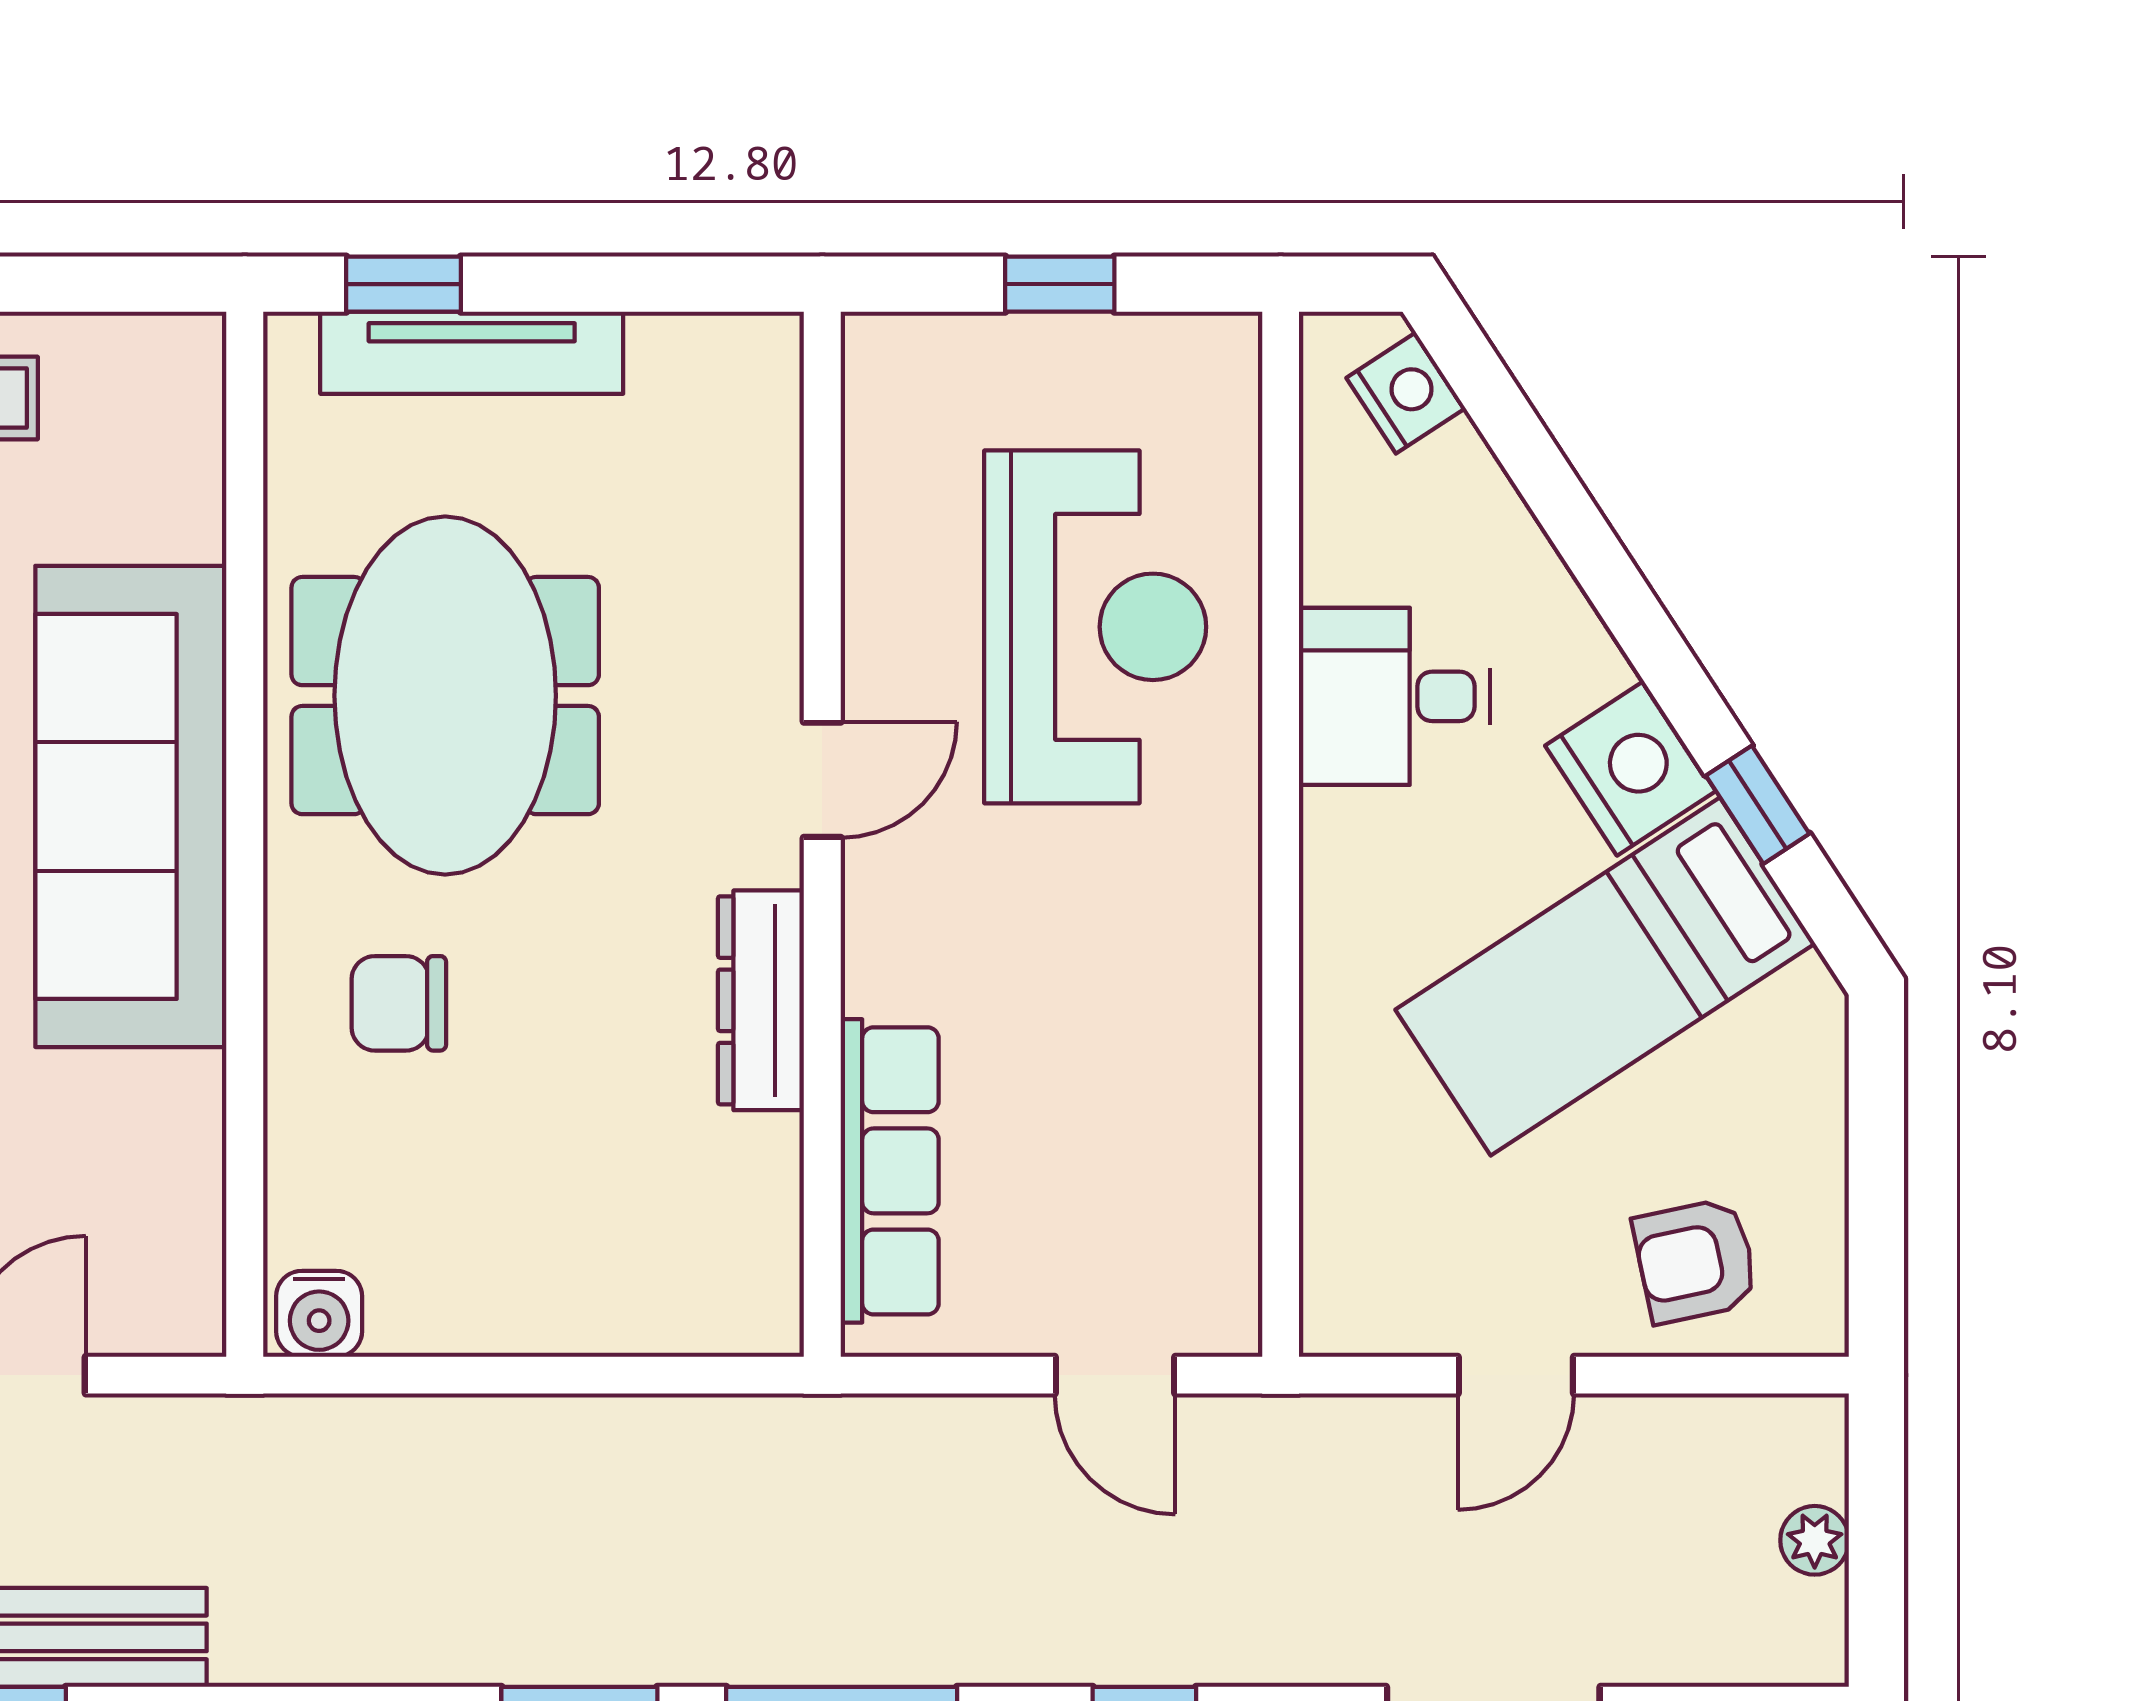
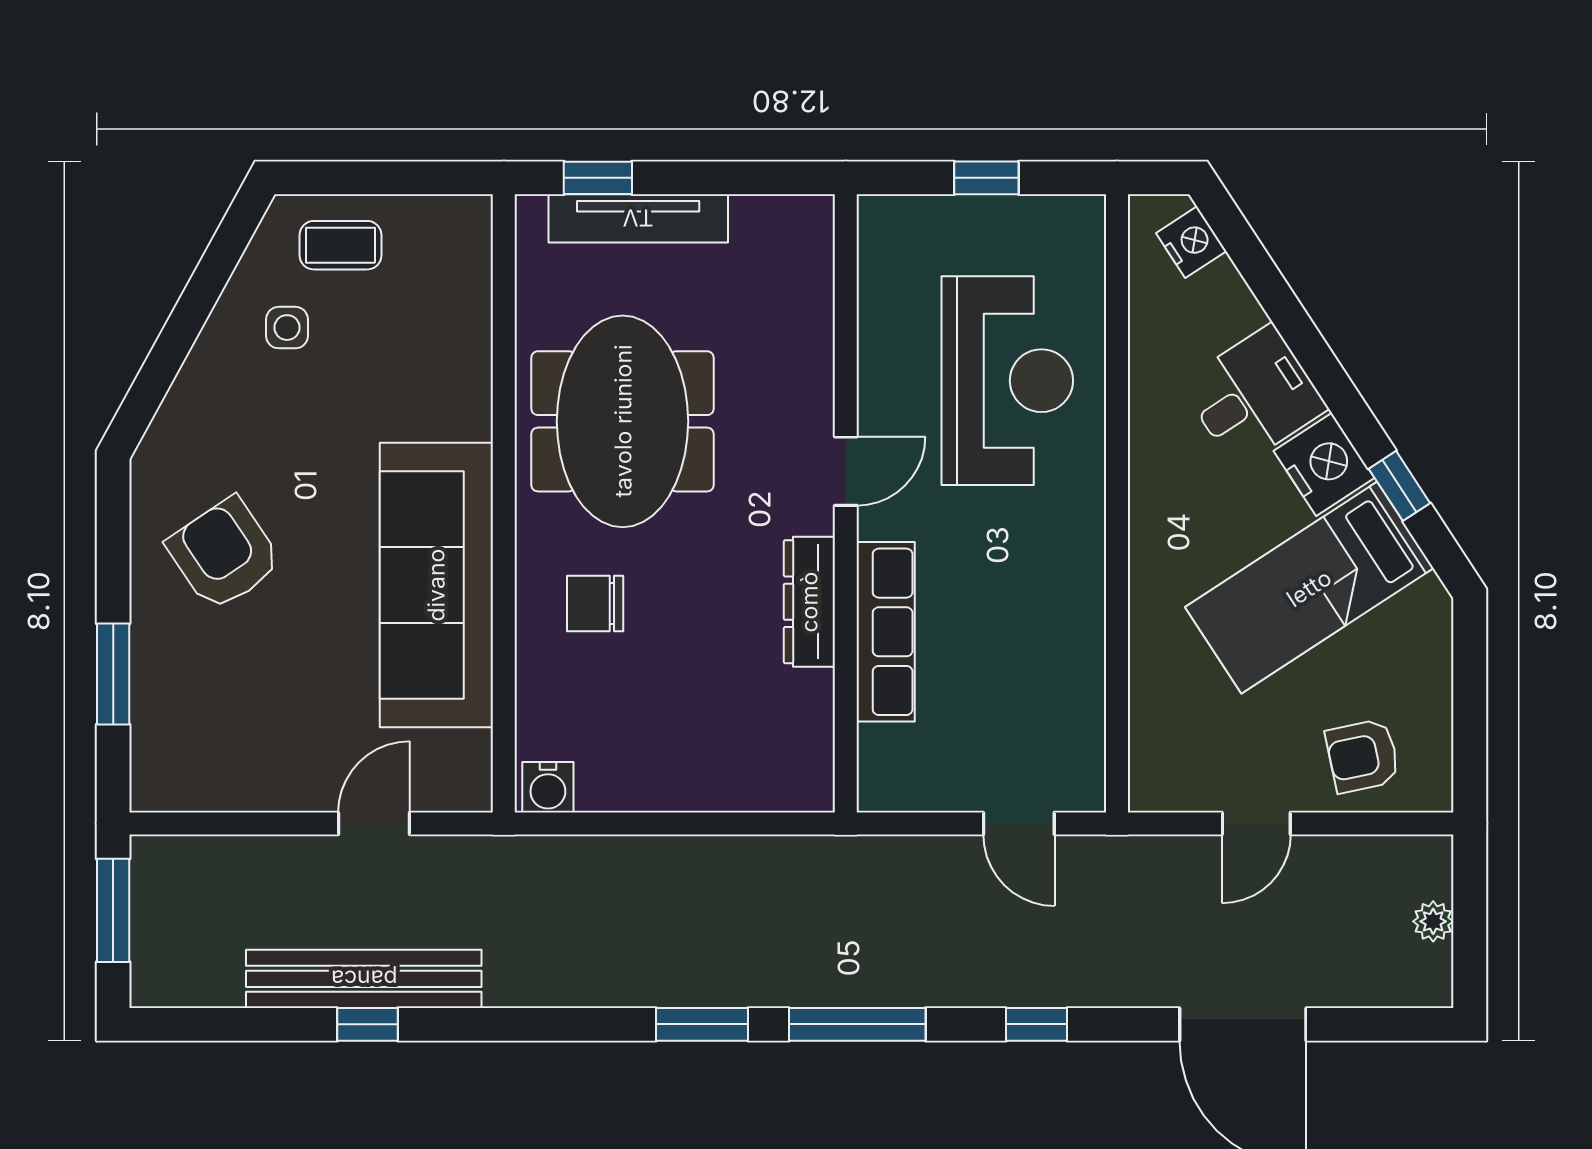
desk: (1394, 696) -> (1254, 396), moved, turned 147
sofa: (131, 806) -> (436, 585), moved
row of seats: (890, 1171) -> (886, 632), moved

